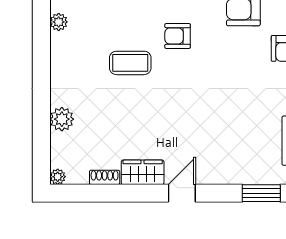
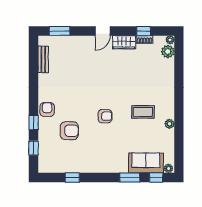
coffee table: (130, 63) -> (143, 112), moved
plant: (62, 119) -> (168, 52), moved
window: (106, 193) -> (144, 31), added

